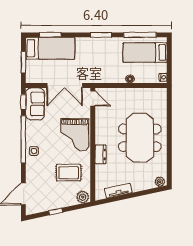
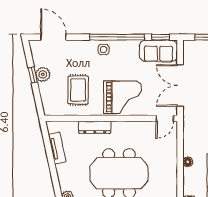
grand piano: (75, 135) -> (123, 97), turned 180
dresser: (101, 154) -> (95, 127), width x1.44
plant: (83, 197) -> (43, 74), moved

